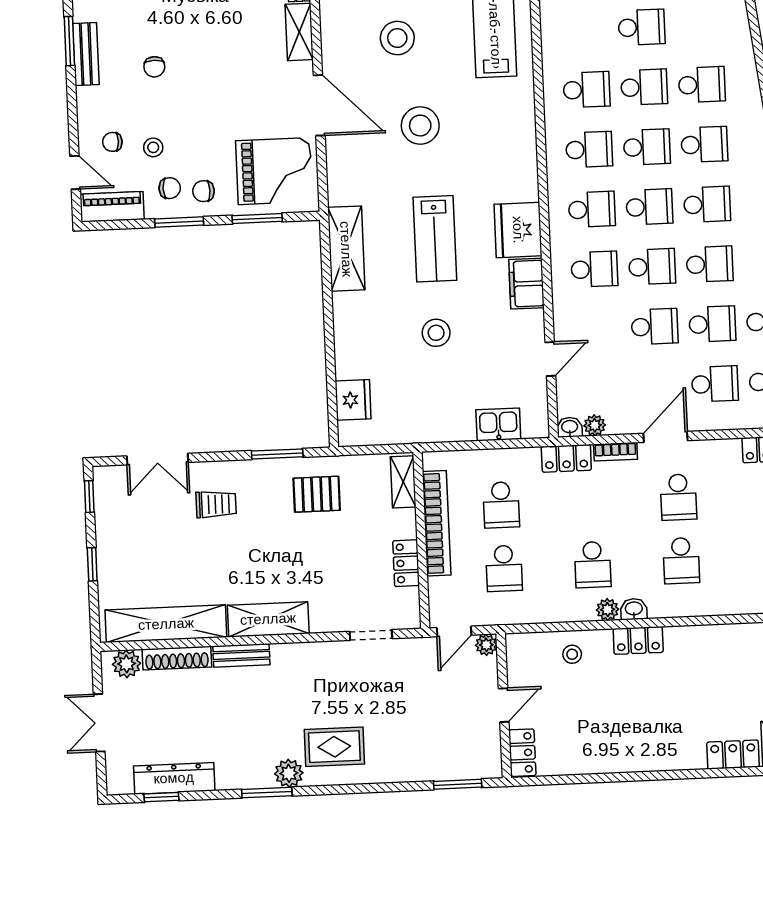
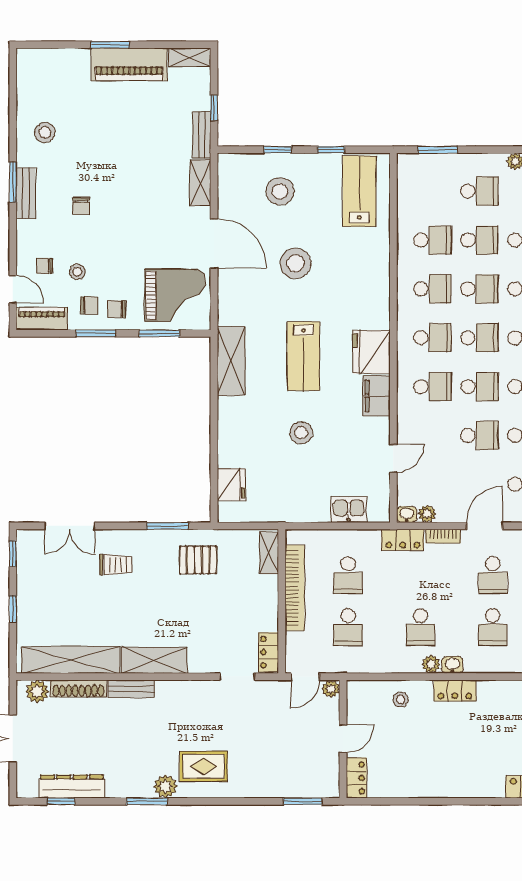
locker: (406, 563) -> (268, 652), moved

